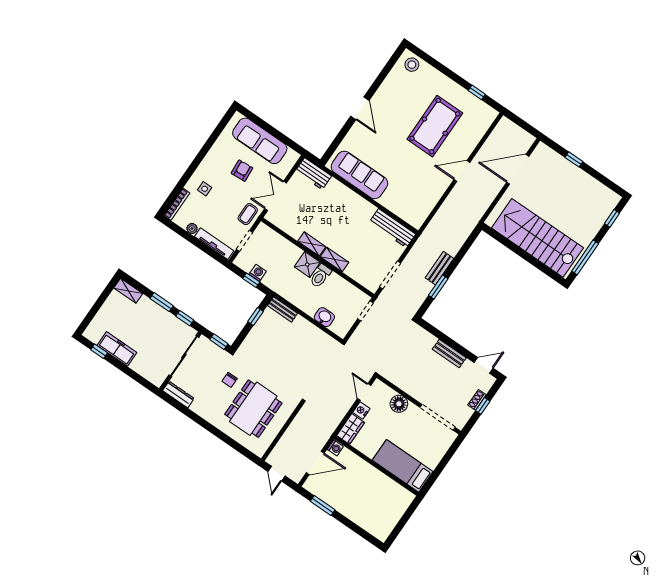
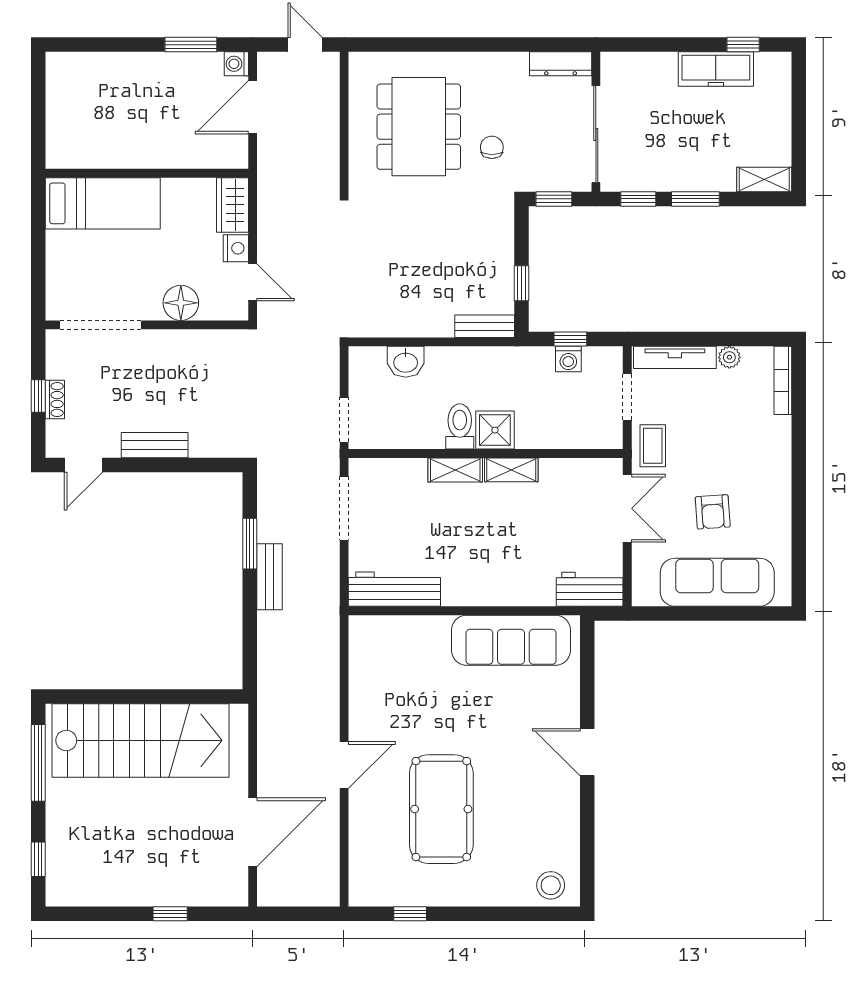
side table: (205, 189) -> (754, 438), removed
washing machine: (335, 448) -> (236, 64), moved

